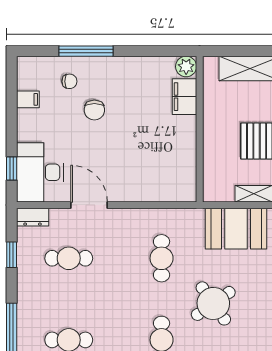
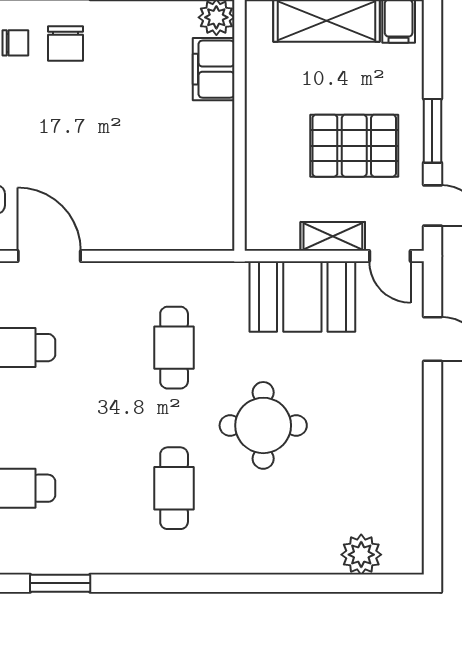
chair: (94, 110) -> (66, 44), moved
round table: (213, 303) -> (263, 425), turned 35

